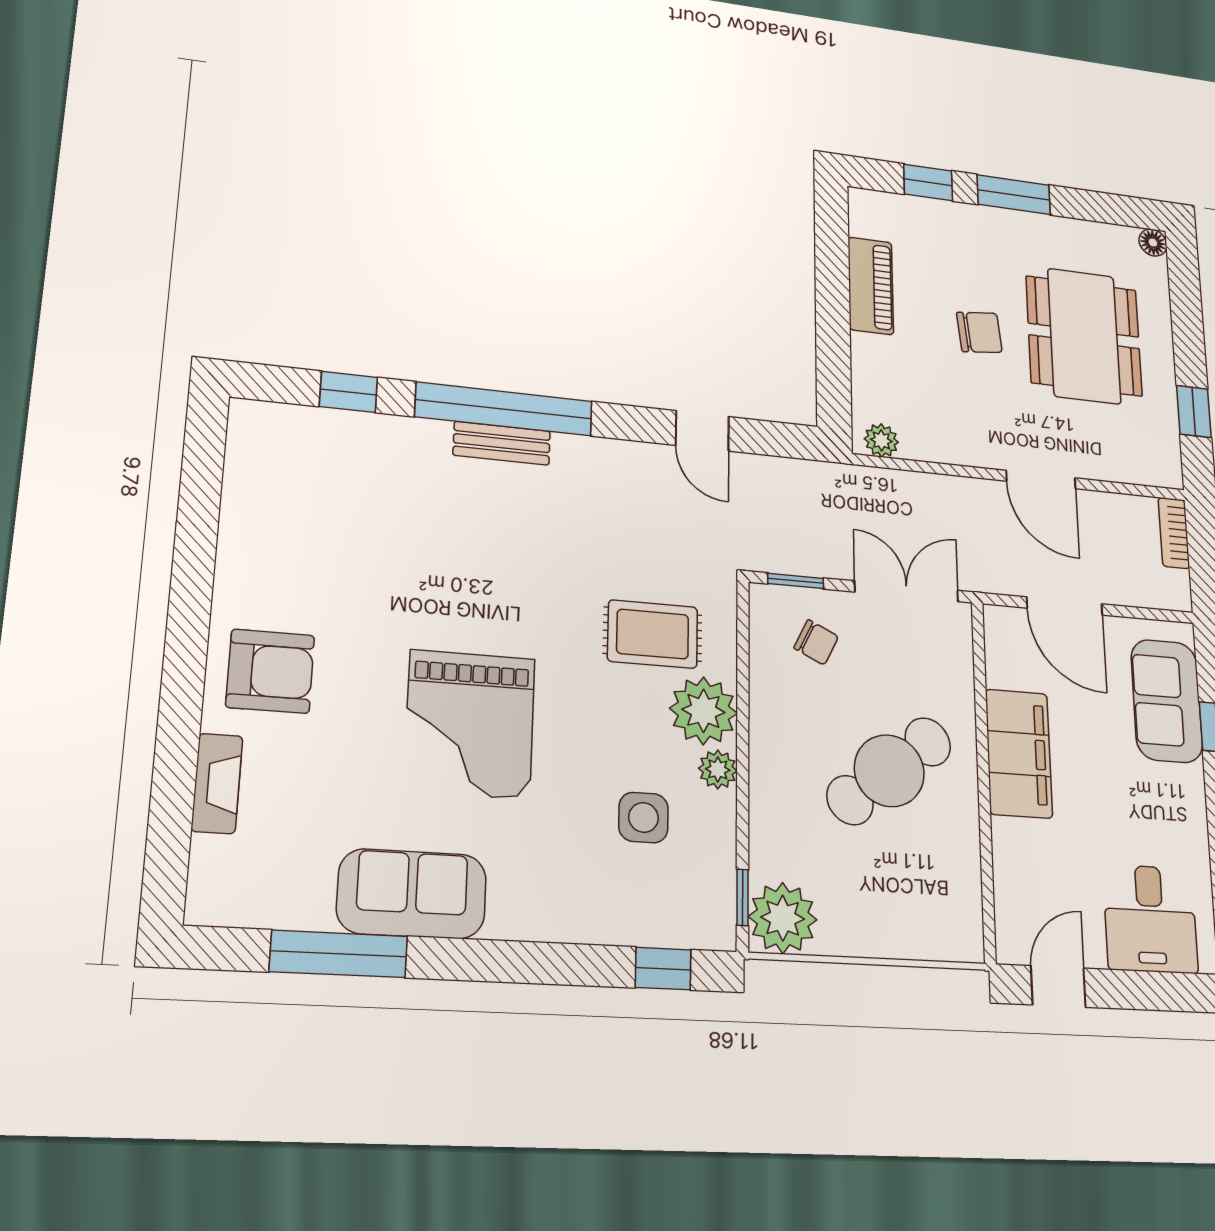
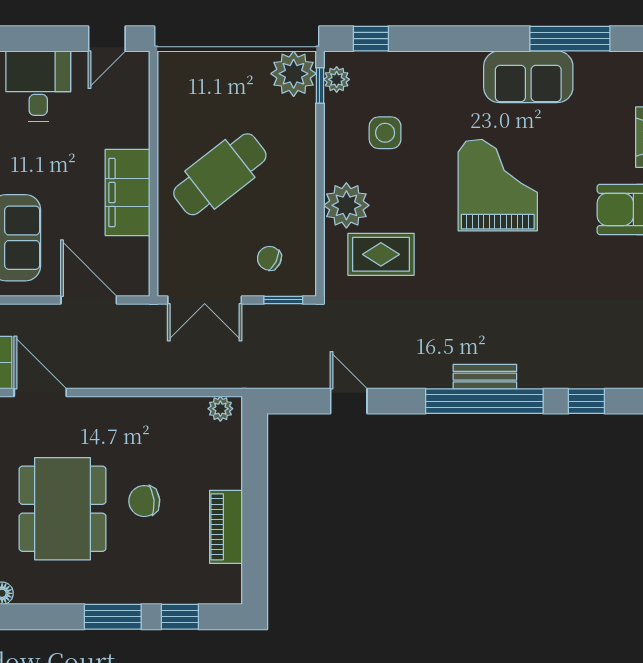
door: (1041, 480) -> (40, 392), moved
plant: (718, 769) -> (337, 79), moved

